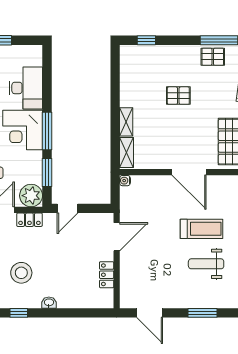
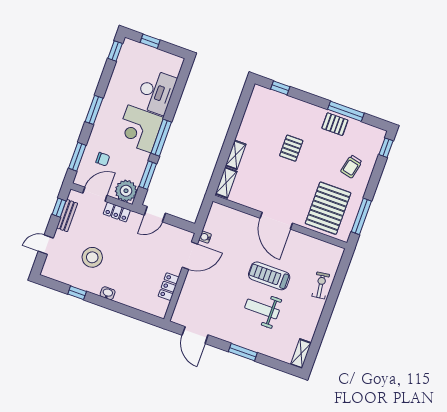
pallet: (178, 96) -> (291, 148), turned 90
water cooler: (125, 181) -> (205, 237), moved
treadmill: (201, 229) -> (269, 276), turned 180

